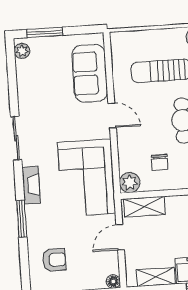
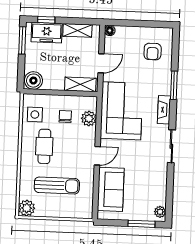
door: (112, 115) -> (97, 156), swing flipped
plant: (130, 183) -> (89, 119), moved
armchair: (54, 260) -> (153, 52), turned -90

